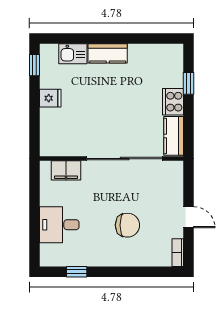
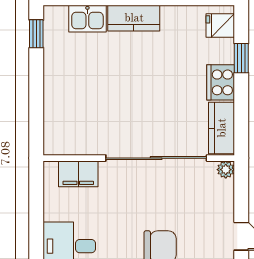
fridge: (50, 98) -> (220, 26), moved, turned 180
plant: (177, 167) -> (226, 170), added

